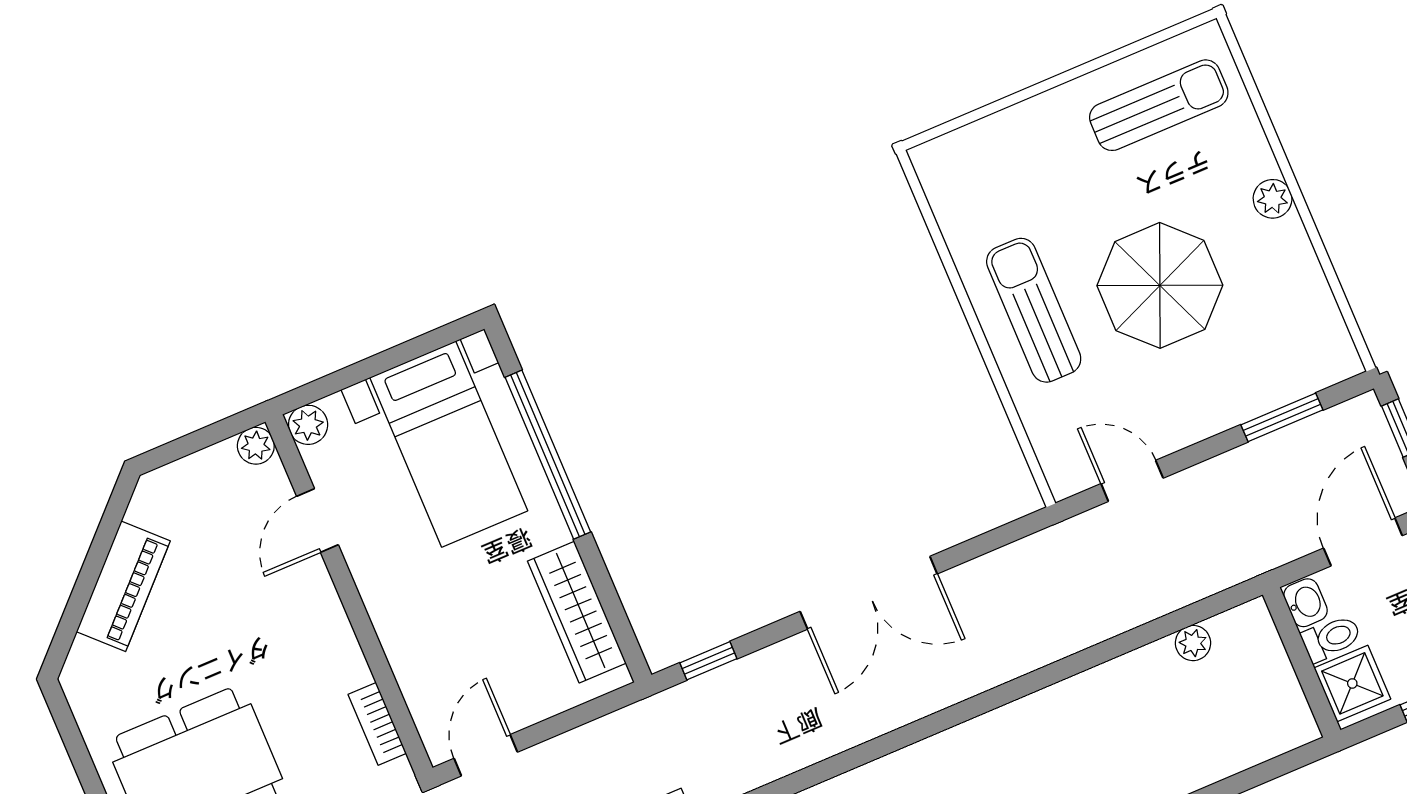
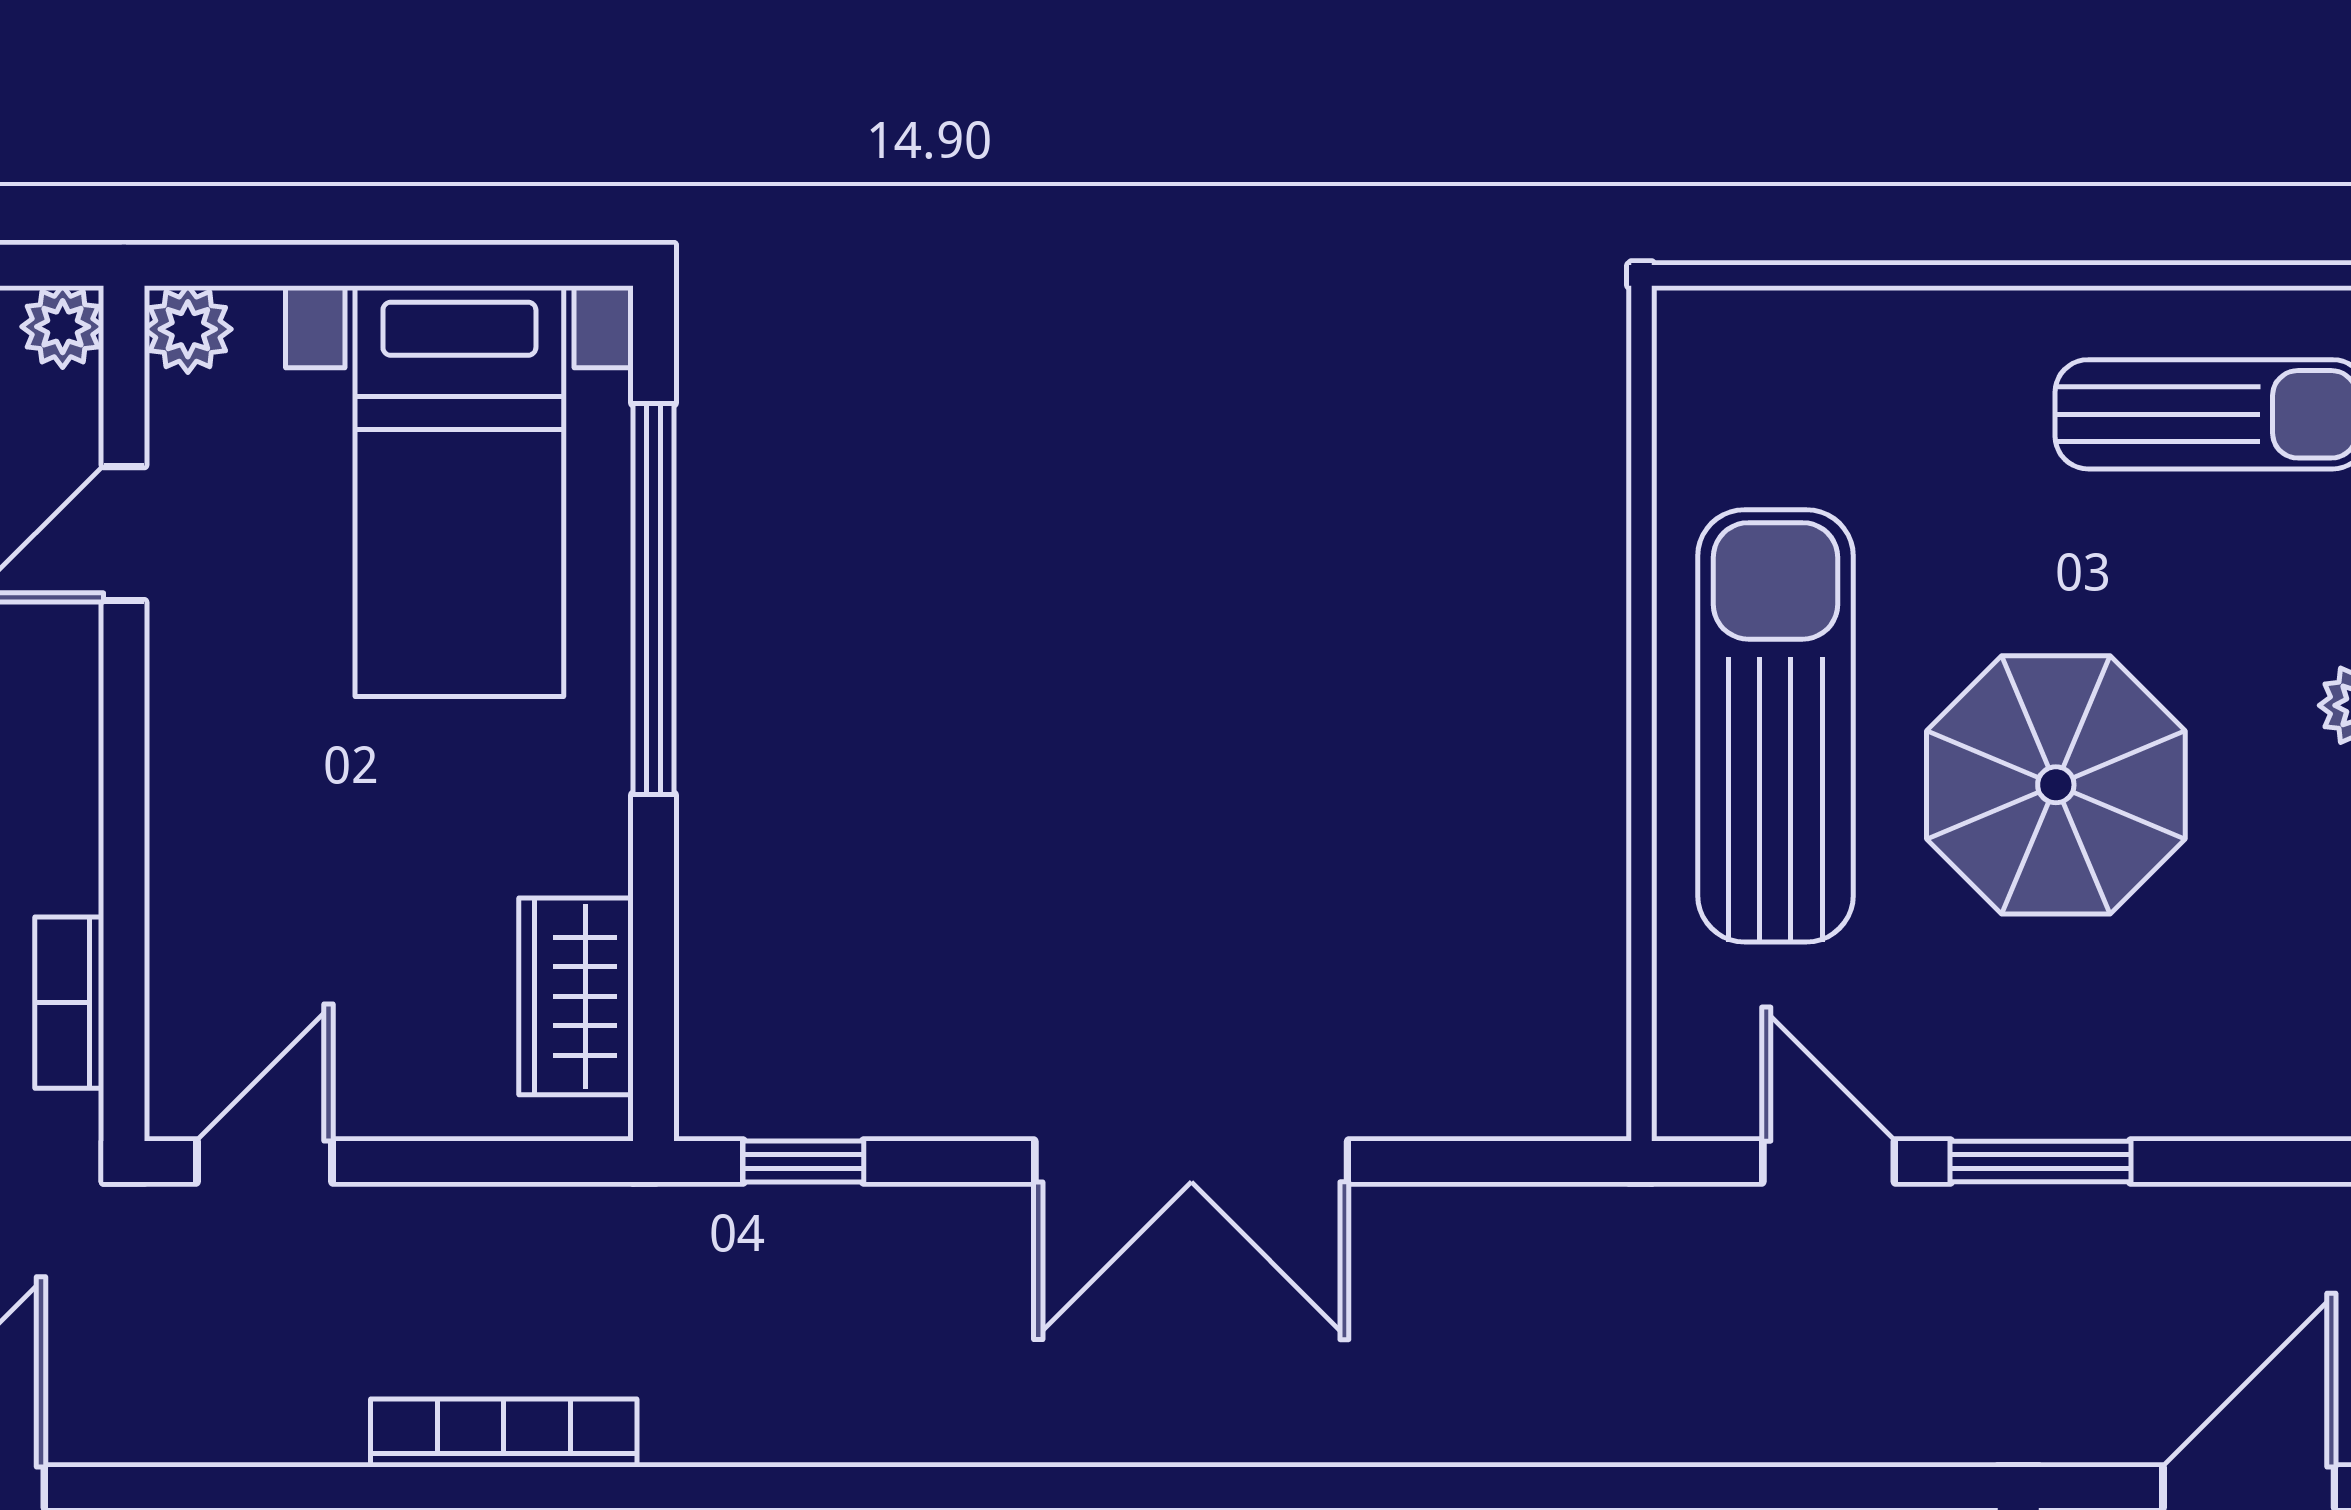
sun lounger: (1034, 310) -> (1775, 726), width x1.36, depth x1.34
window: (1282, 417) -> (2041, 1161), moved
wardrobe: (577, 612) -> (576, 996), width x0.67

